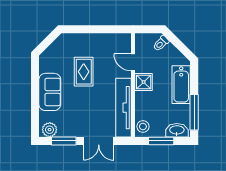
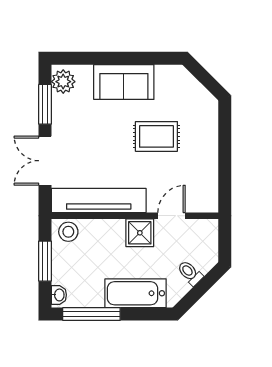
toilet: (161, 43) -> (190, 273), moved
washbasin: (177, 130) -> (59, 295), width x0.52, depth x0.69

